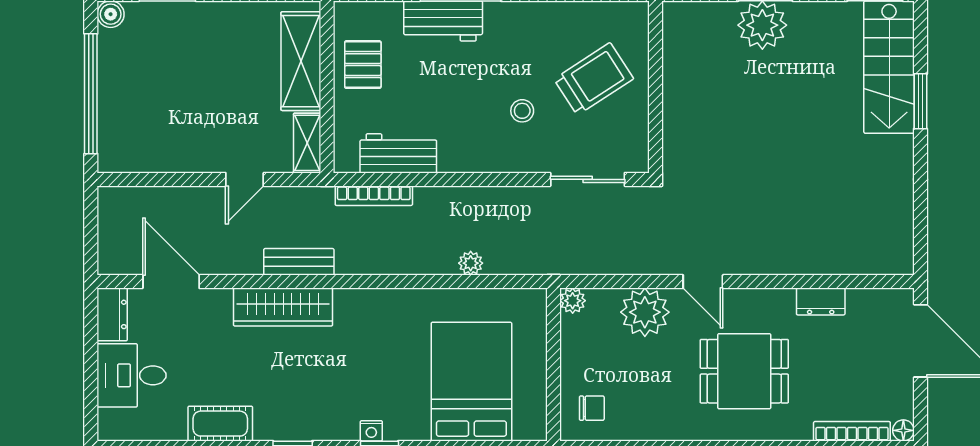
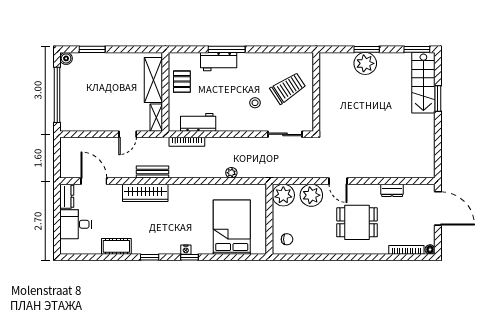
plant: (573, 301) -> (283, 195), width x1.88, depth x1.88

